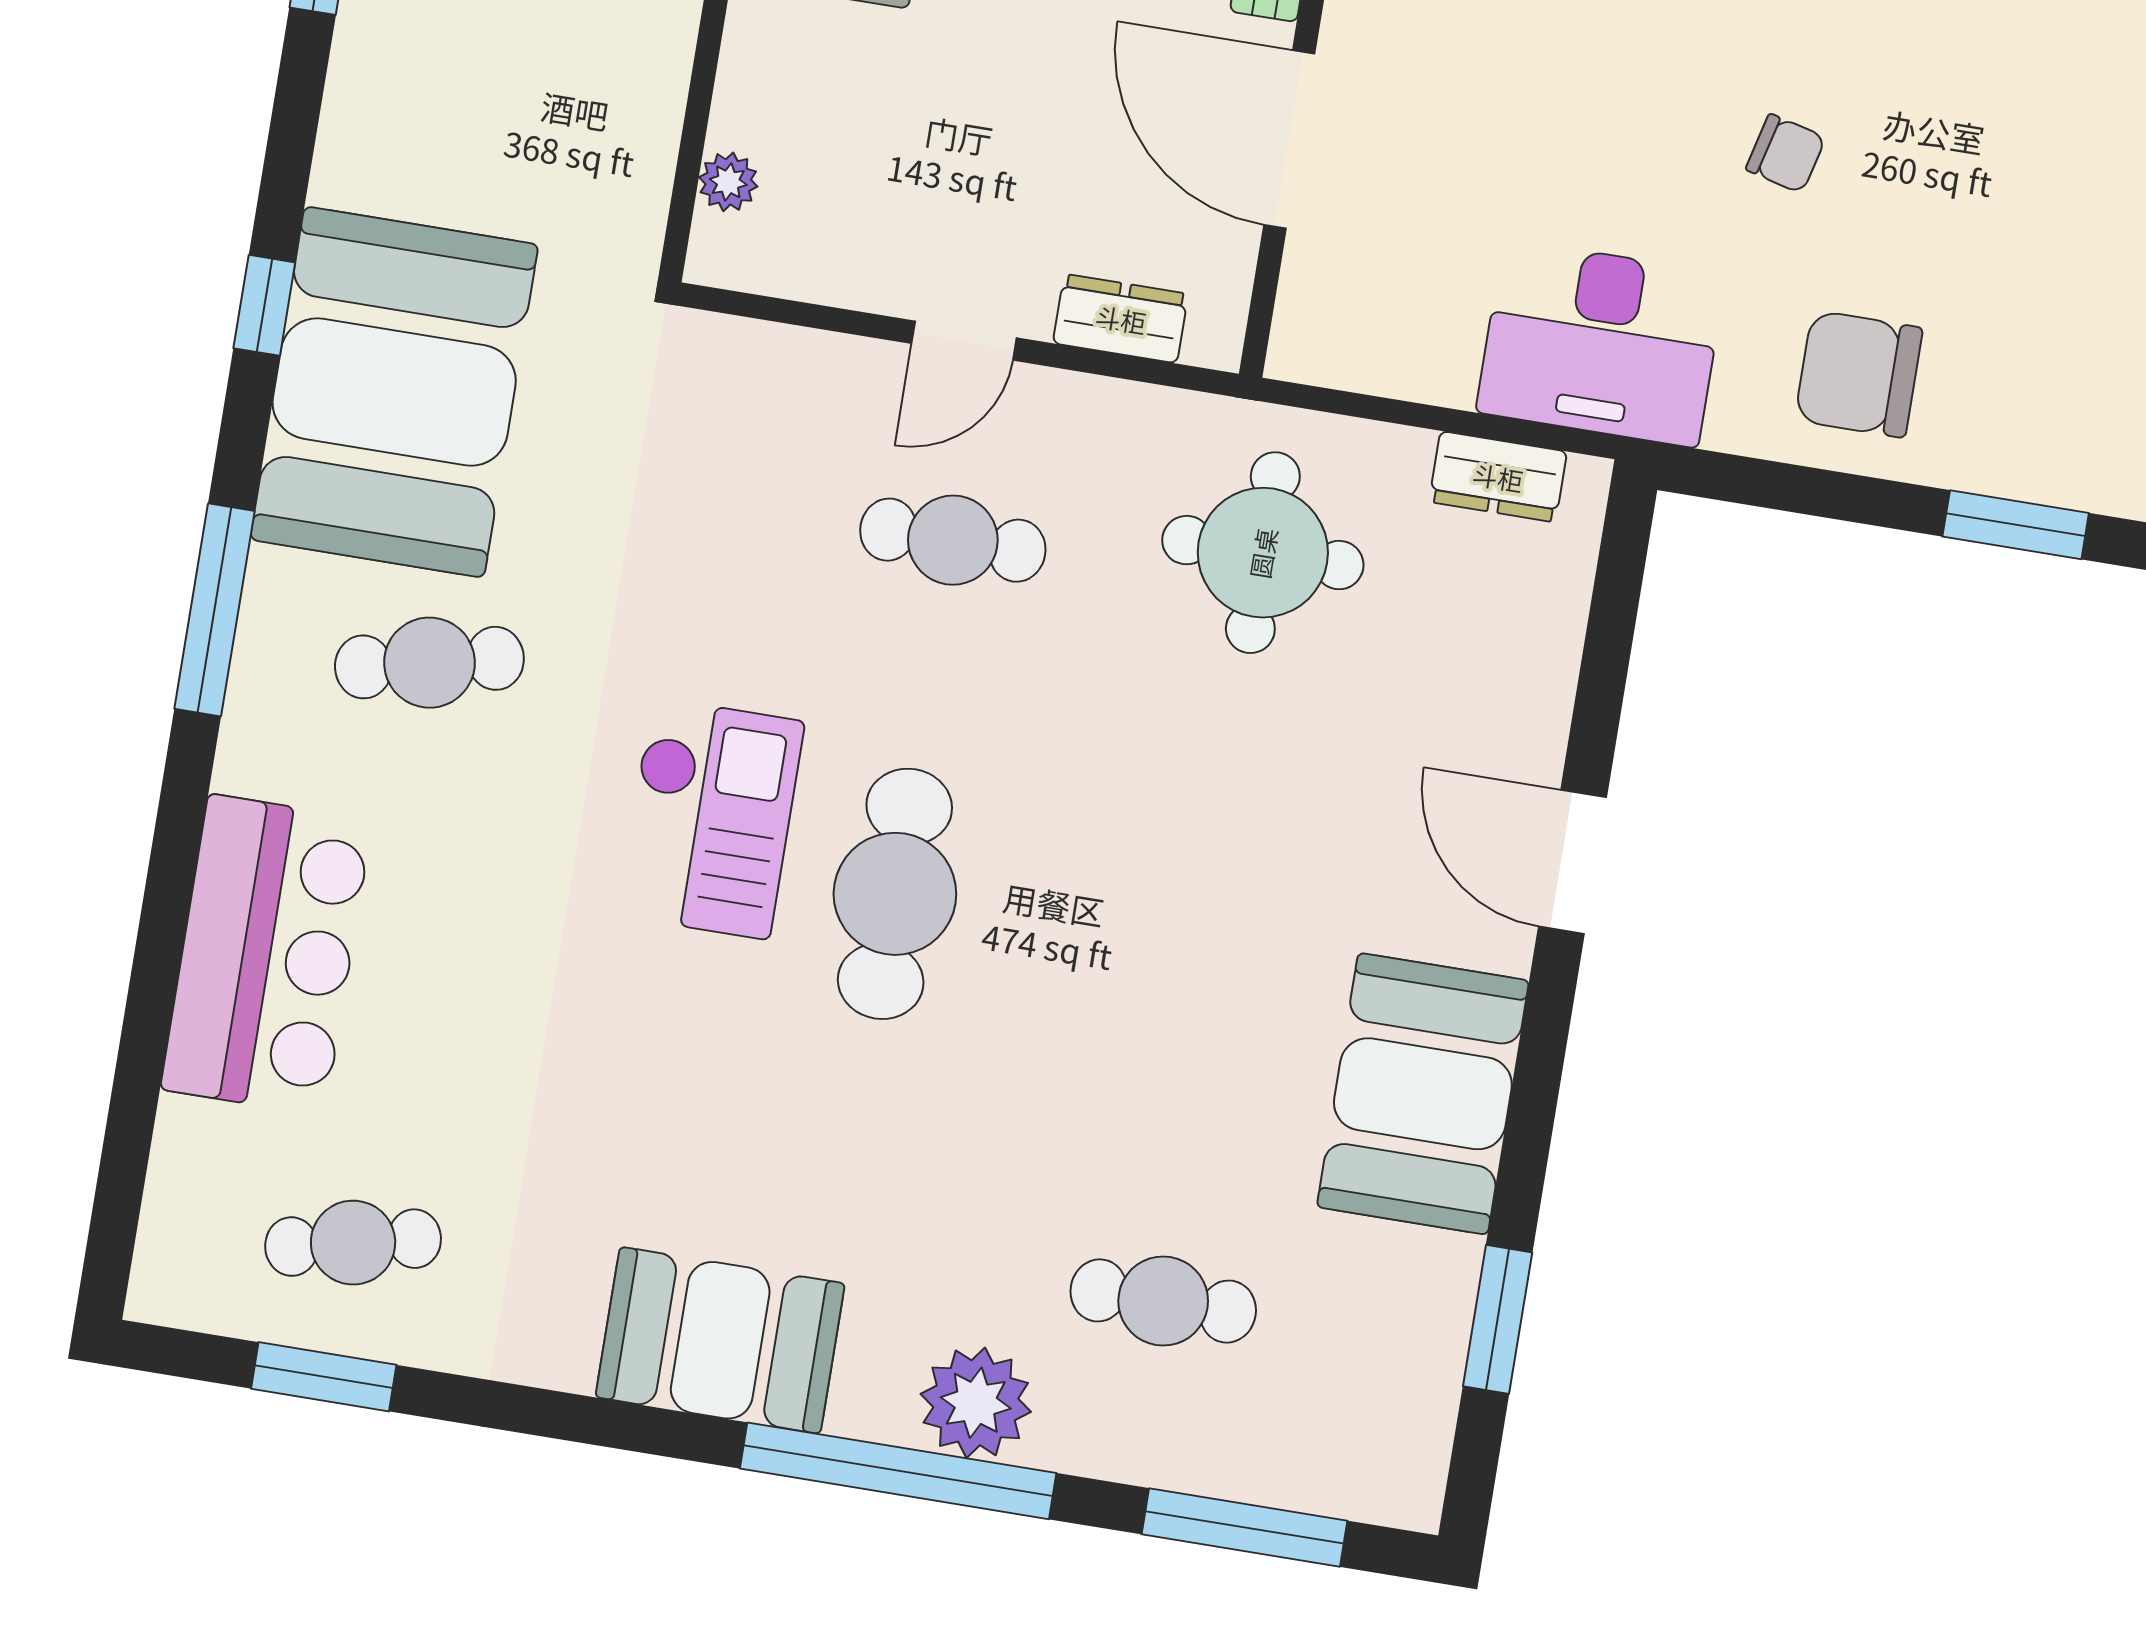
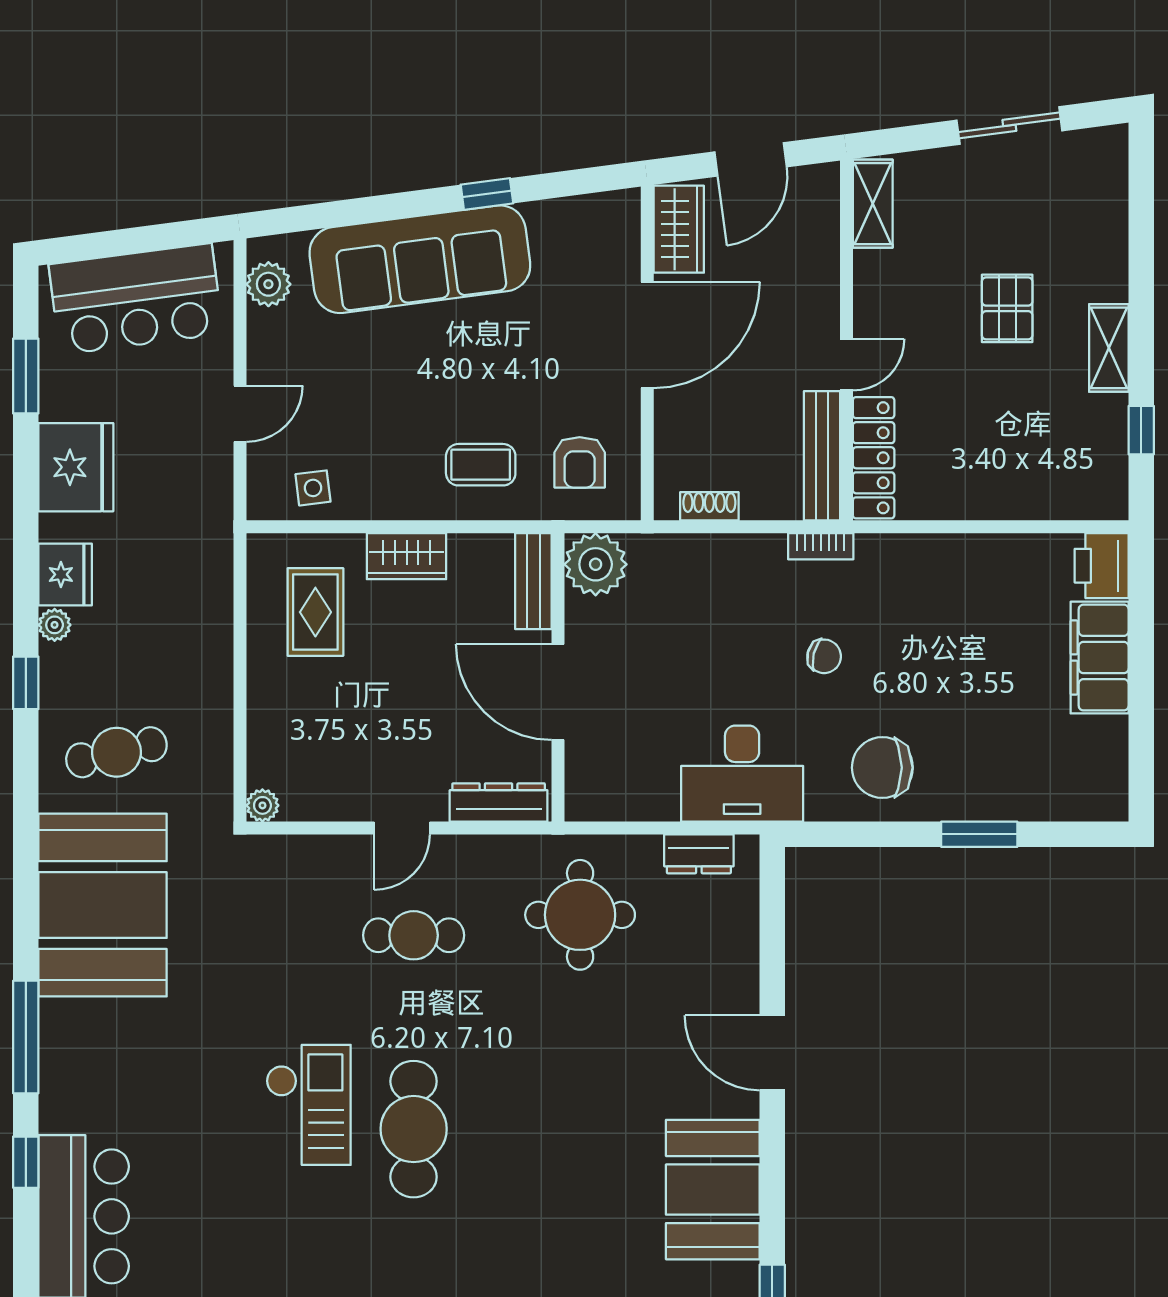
plant: (728, 182) -> (262, 805), moved
window: (264, 305) -> (26, 1162), moved
dresser: (1121, 319) -> (499, 802), width x1.44
cafe table: (429, 663) -> (116, 752), moved

